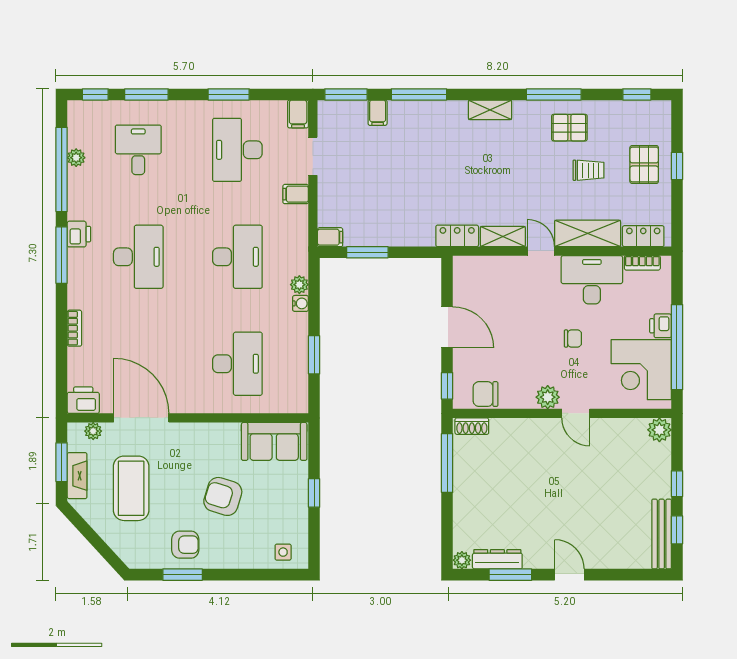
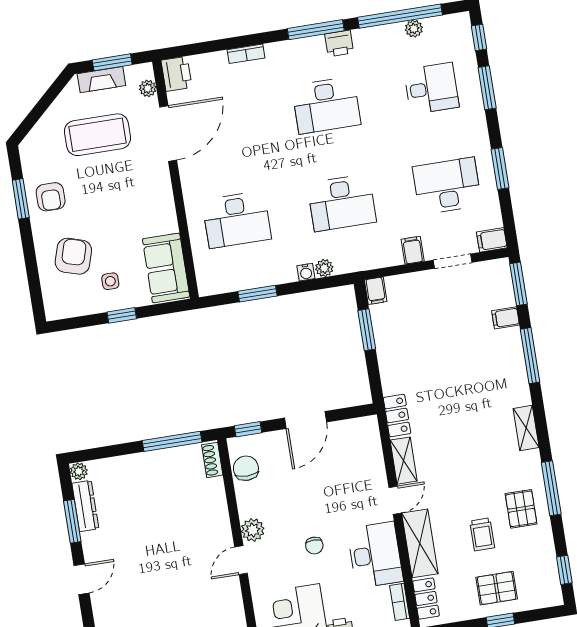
armchair: (223, 496) -> (73, 256), moved
side table: (283, 552) -> (110, 281), moved

